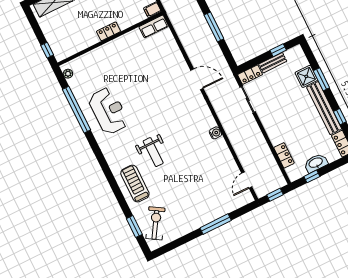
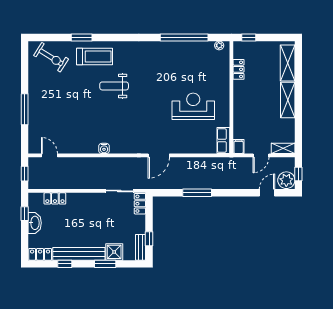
locker: (108, 31) -> (239, 69), moved
bench: (273, 63) -> (141, 247), moved
reception desk: (108, 111) -> (193, 106), moved, turned 180
window: (134, 226) -> (82, 37), moved

